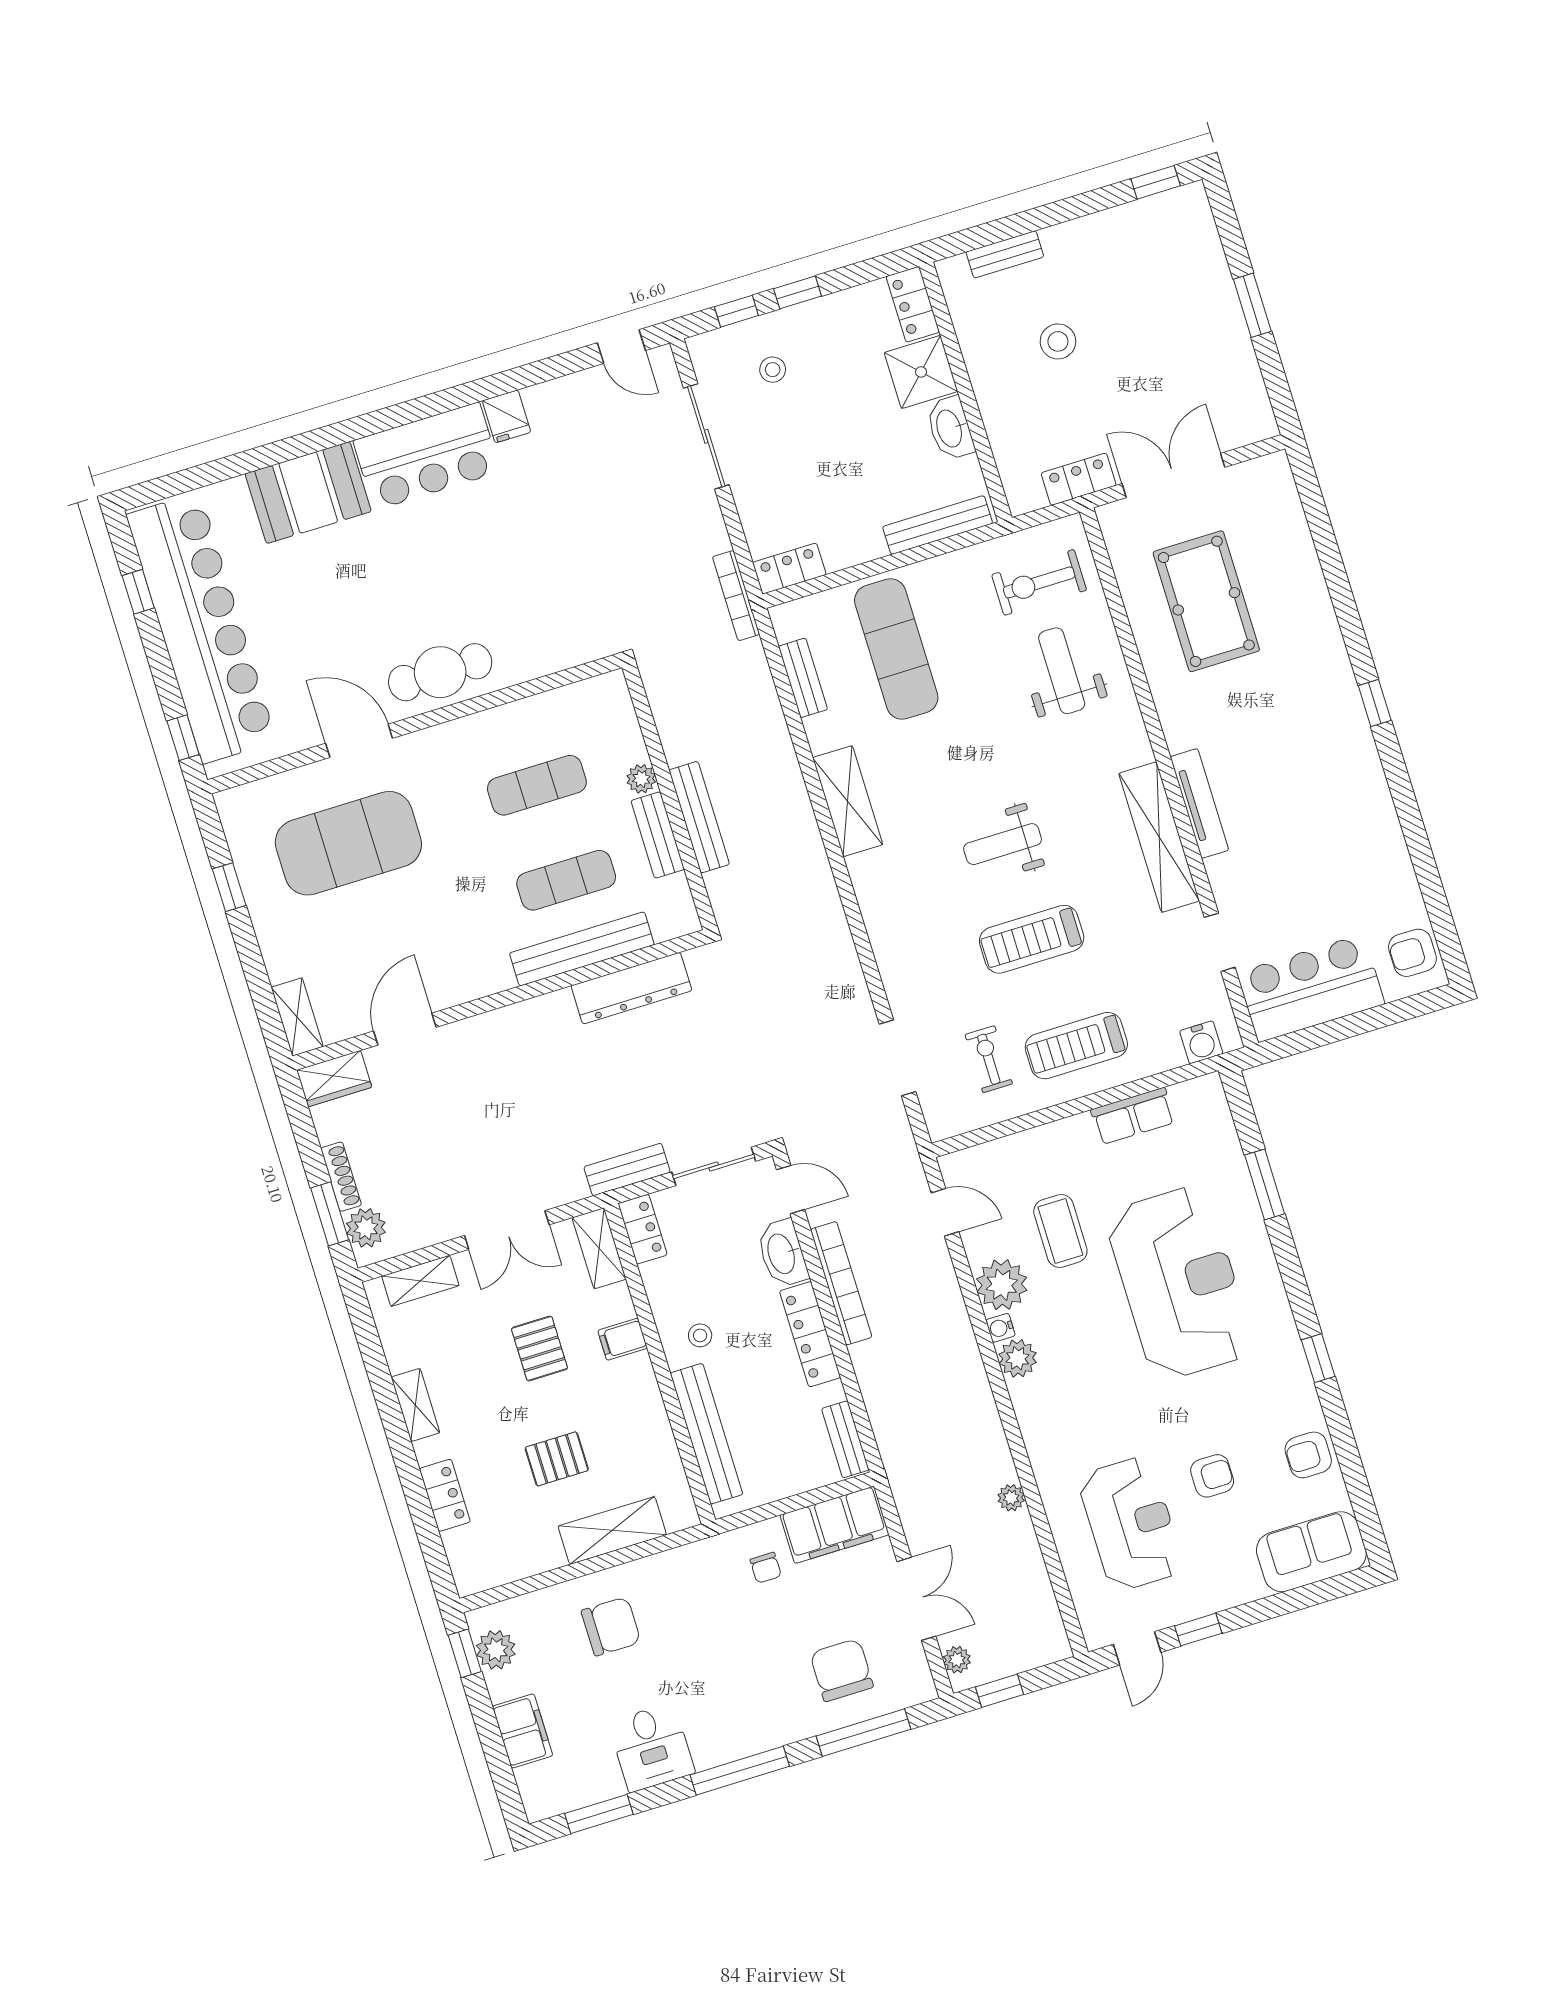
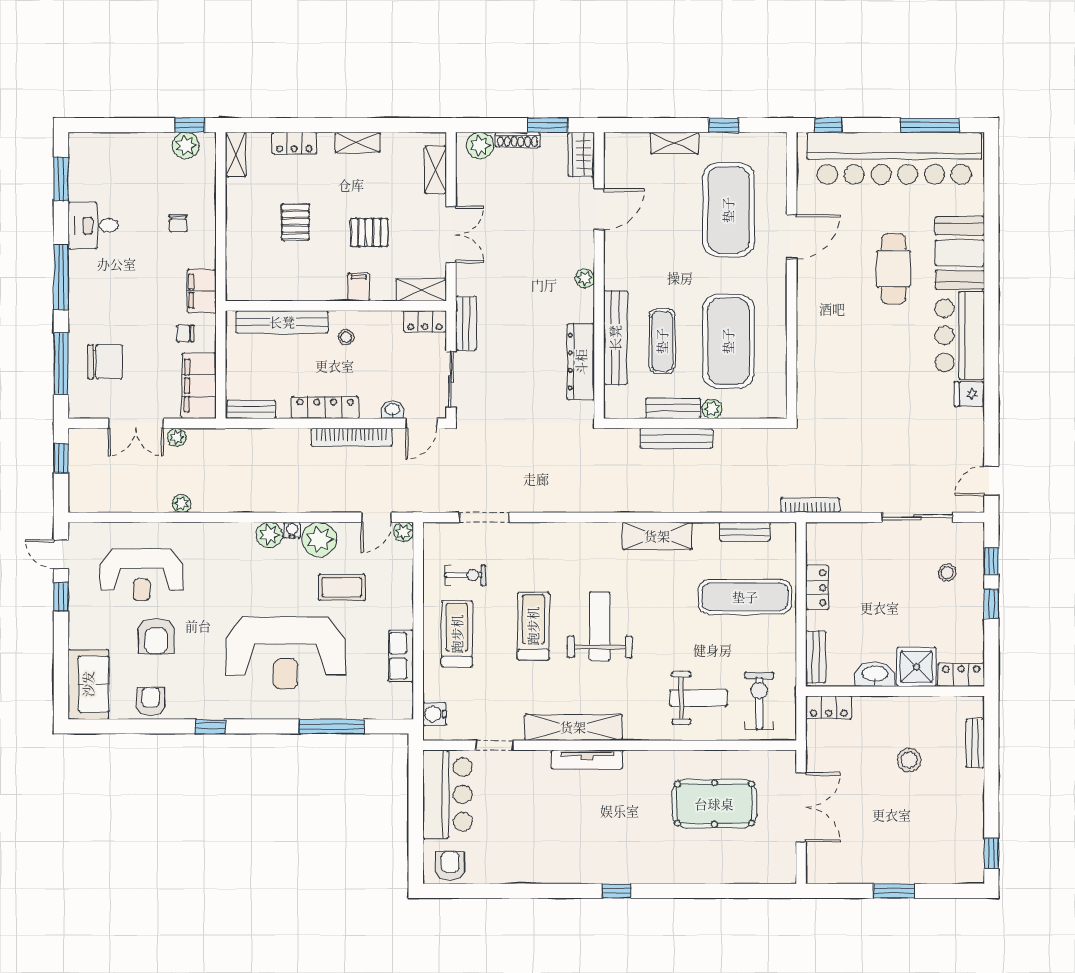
locker: (1079, 479) -> (829, 707), moved, turned 90
bench: (938, 525) -> (816, 657), width x0.73
locker: (789, 569) -> (817, 588), moved
window: (138, 592) -> (930, 125), width x2.17
cafe table: (440, 672) -> (893, 269), moved
exercise mat: (537, 785) -> (728, 341), width x2.00, depth x1.45
weight bench: (1003, 844) -> (600, 626), width x1.36, depth x1.33
shelving: (297, 1017) -> (675, 143), moved
plant: (510, 1019) -> (585, 278), added
door: (405, 1029) -> (599, 209), hinge flipped
plant: (954, 1167) -> (404, 532), added
window: (1265, 1184) -> (332, 726), width x1.44
window: (330, 1214) -> (548, 125), moved
double door: (507, 1230) -> (451, 235), swing flipped
washbasin: (782, 1253) -> (392, 410), width x0.52, depth x0.69
armchair: (1212, 1476) -> (156, 636), width x1.38, depth x1.38
shelving: (612, 1530) -> (236, 155), moved, width x0.67, depth x0.75
chair: (611, 1626) -> (178, 223), width x0.54, depth x0.54
plant: (957, 1660) -> (177, 437), moved
filing cabinet: (523, 1731) -> (202, 291), moved, turned 90

